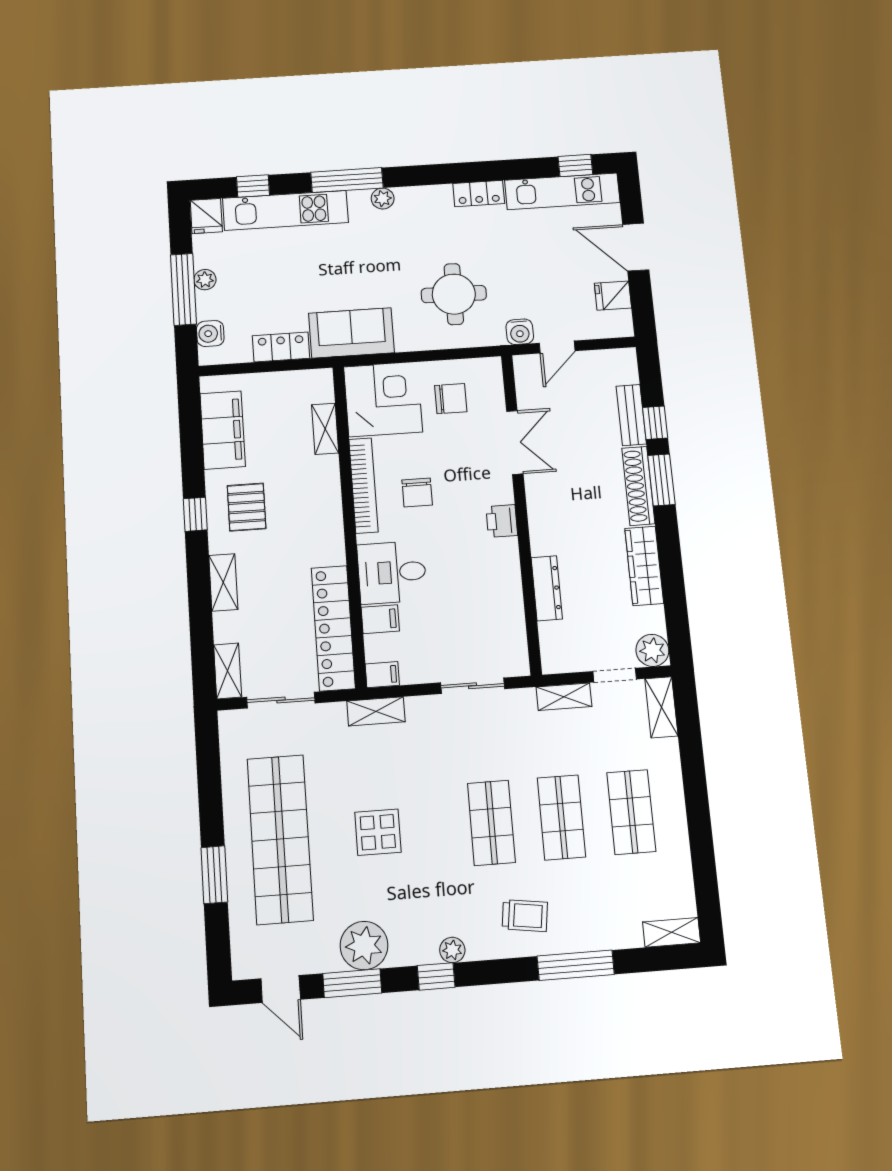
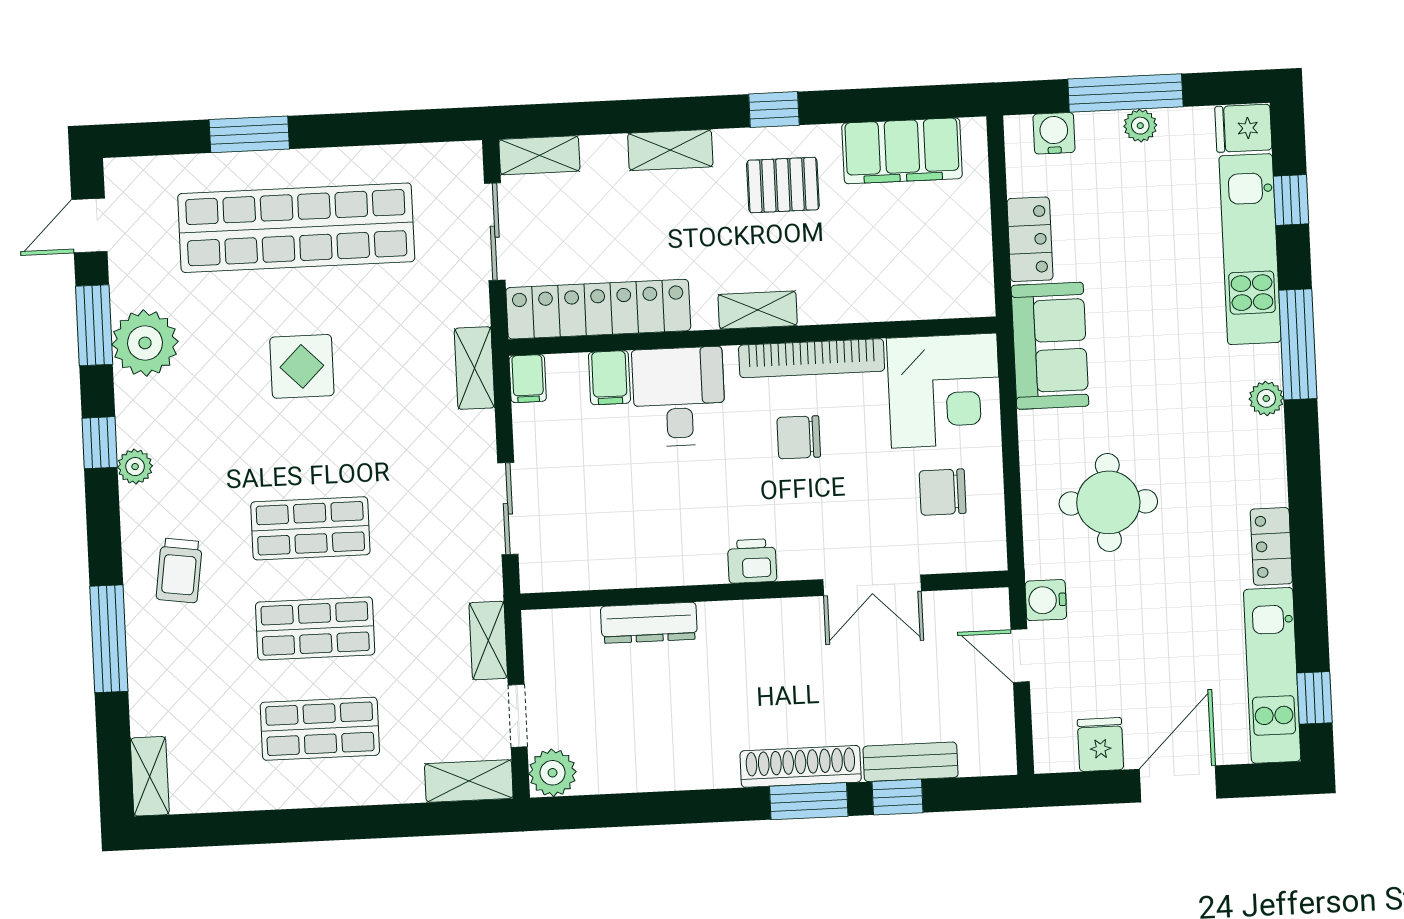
chair: (451, 399) -> (943, 492), turned 90
shelving: (325, 429) -> (758, 310), moved
wardrobe: (644, 566) -> (679, 768), removed

